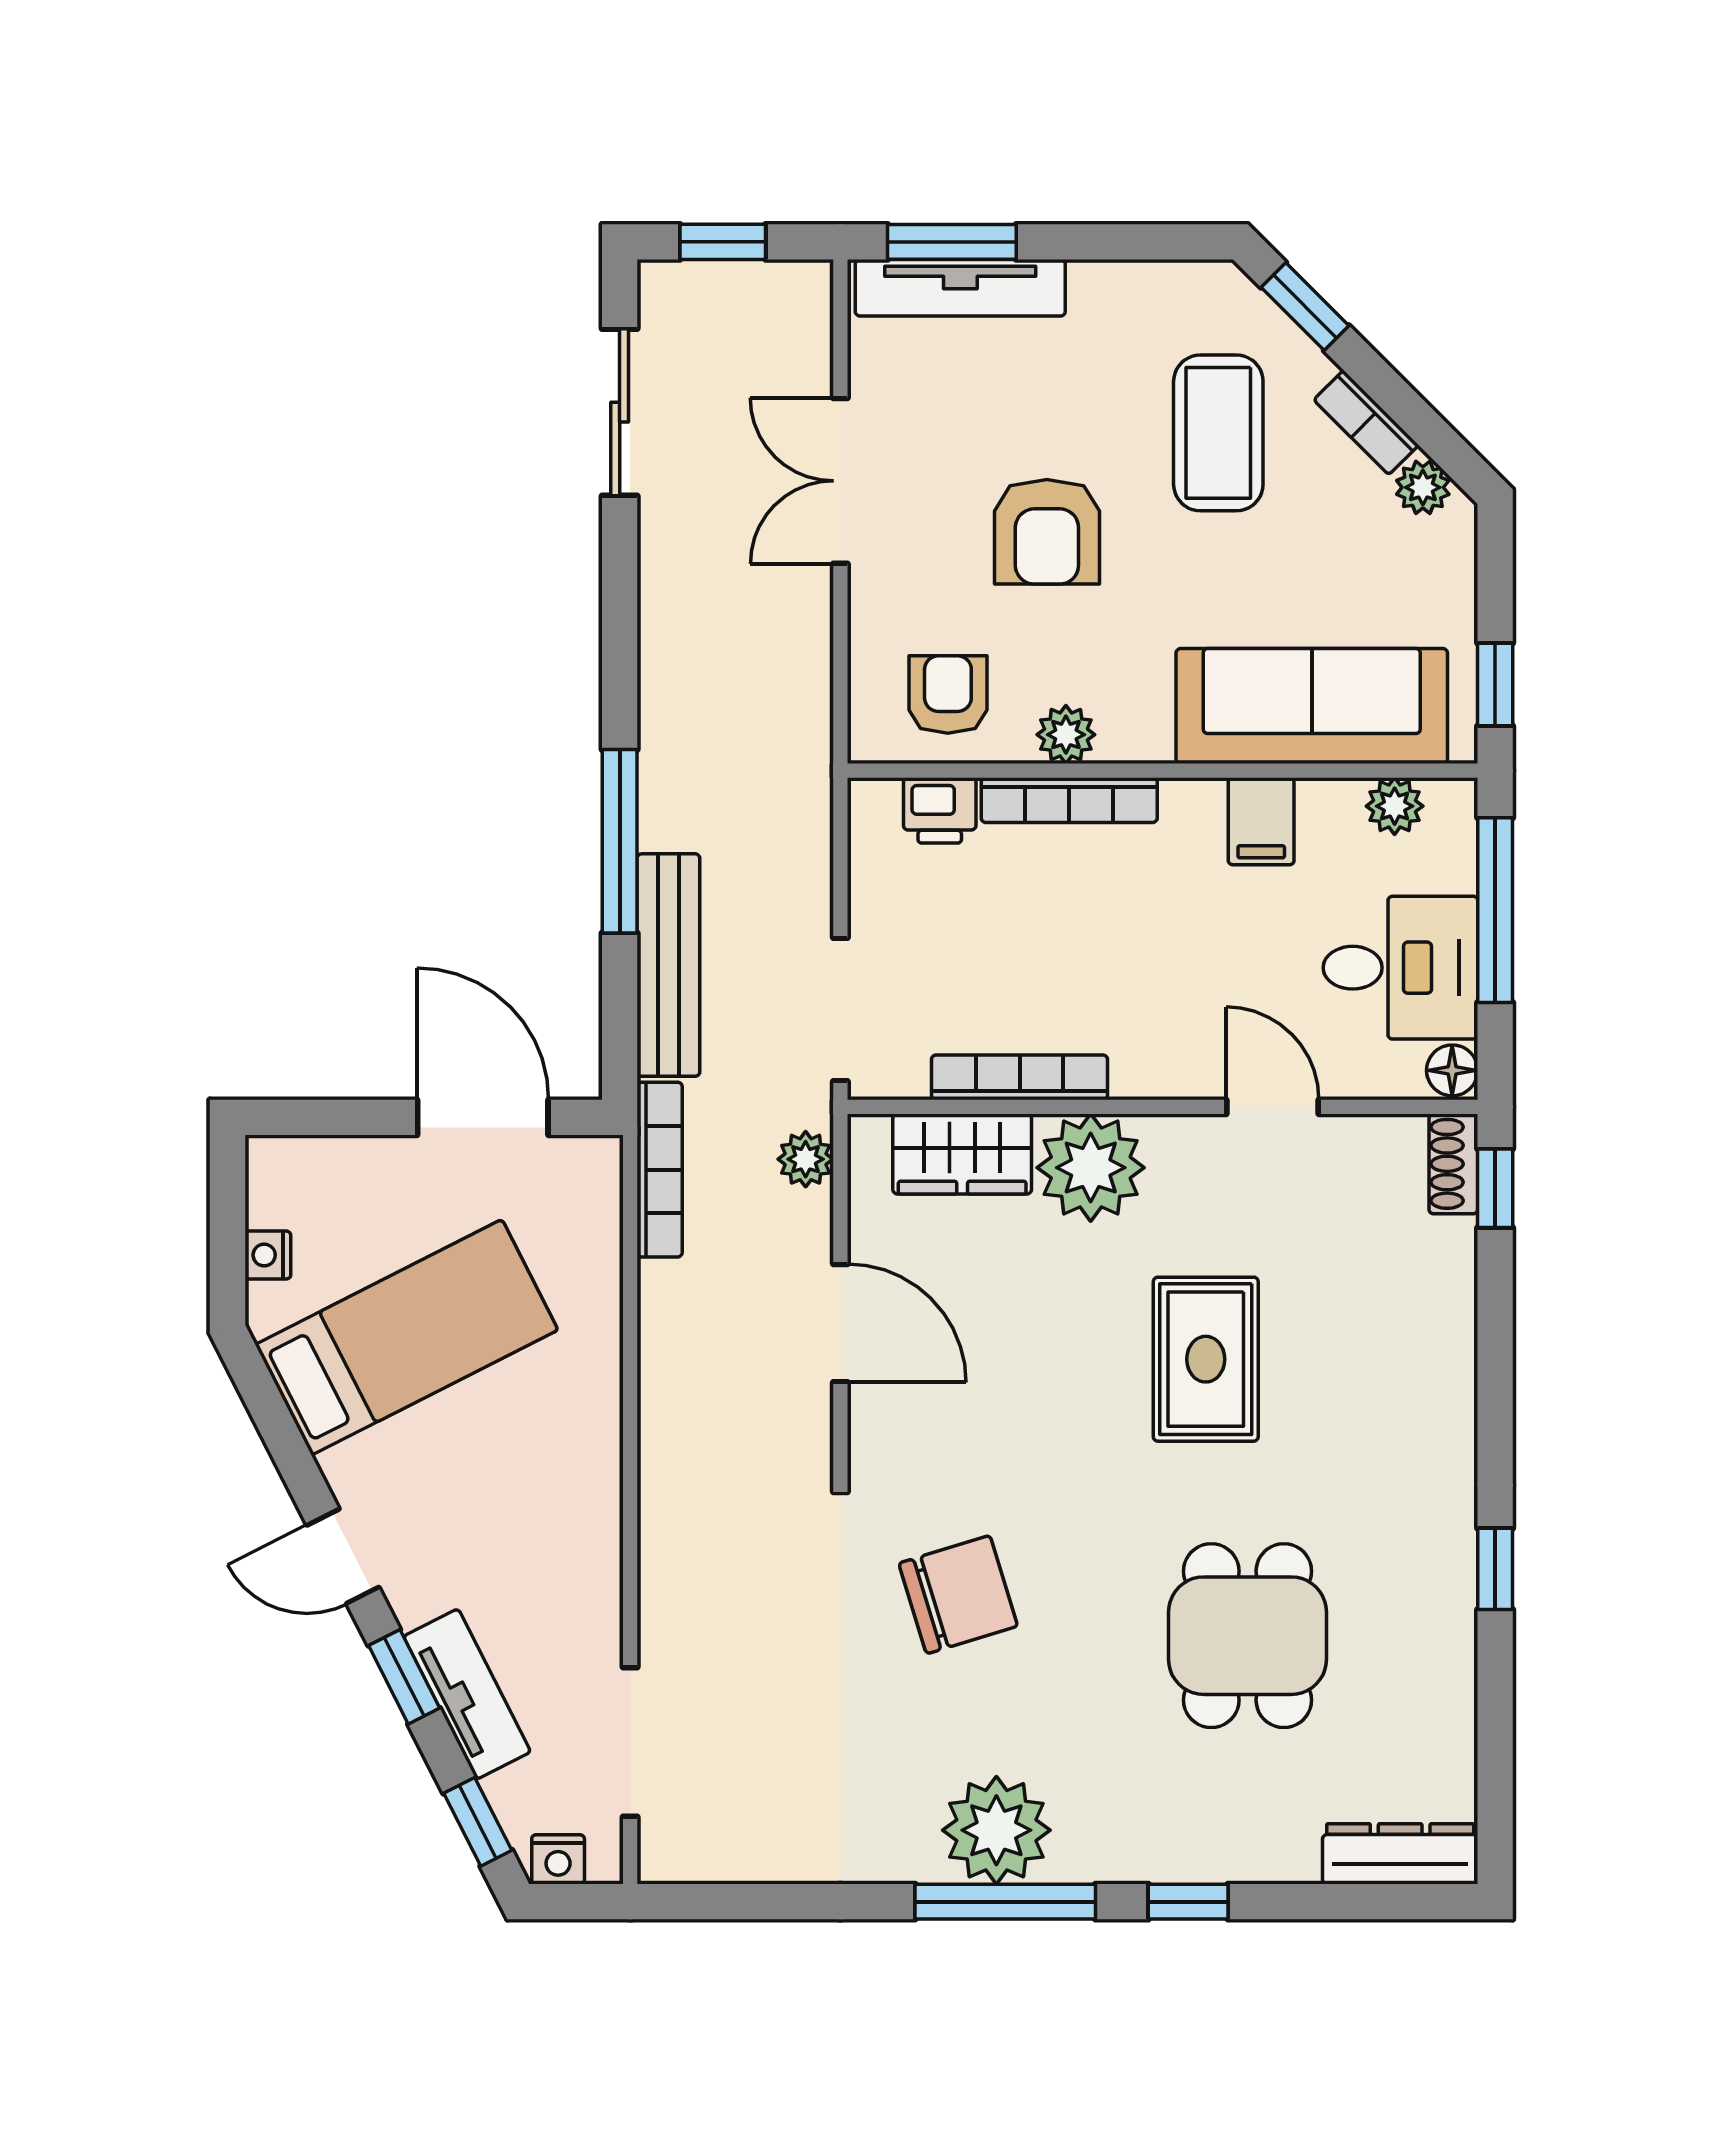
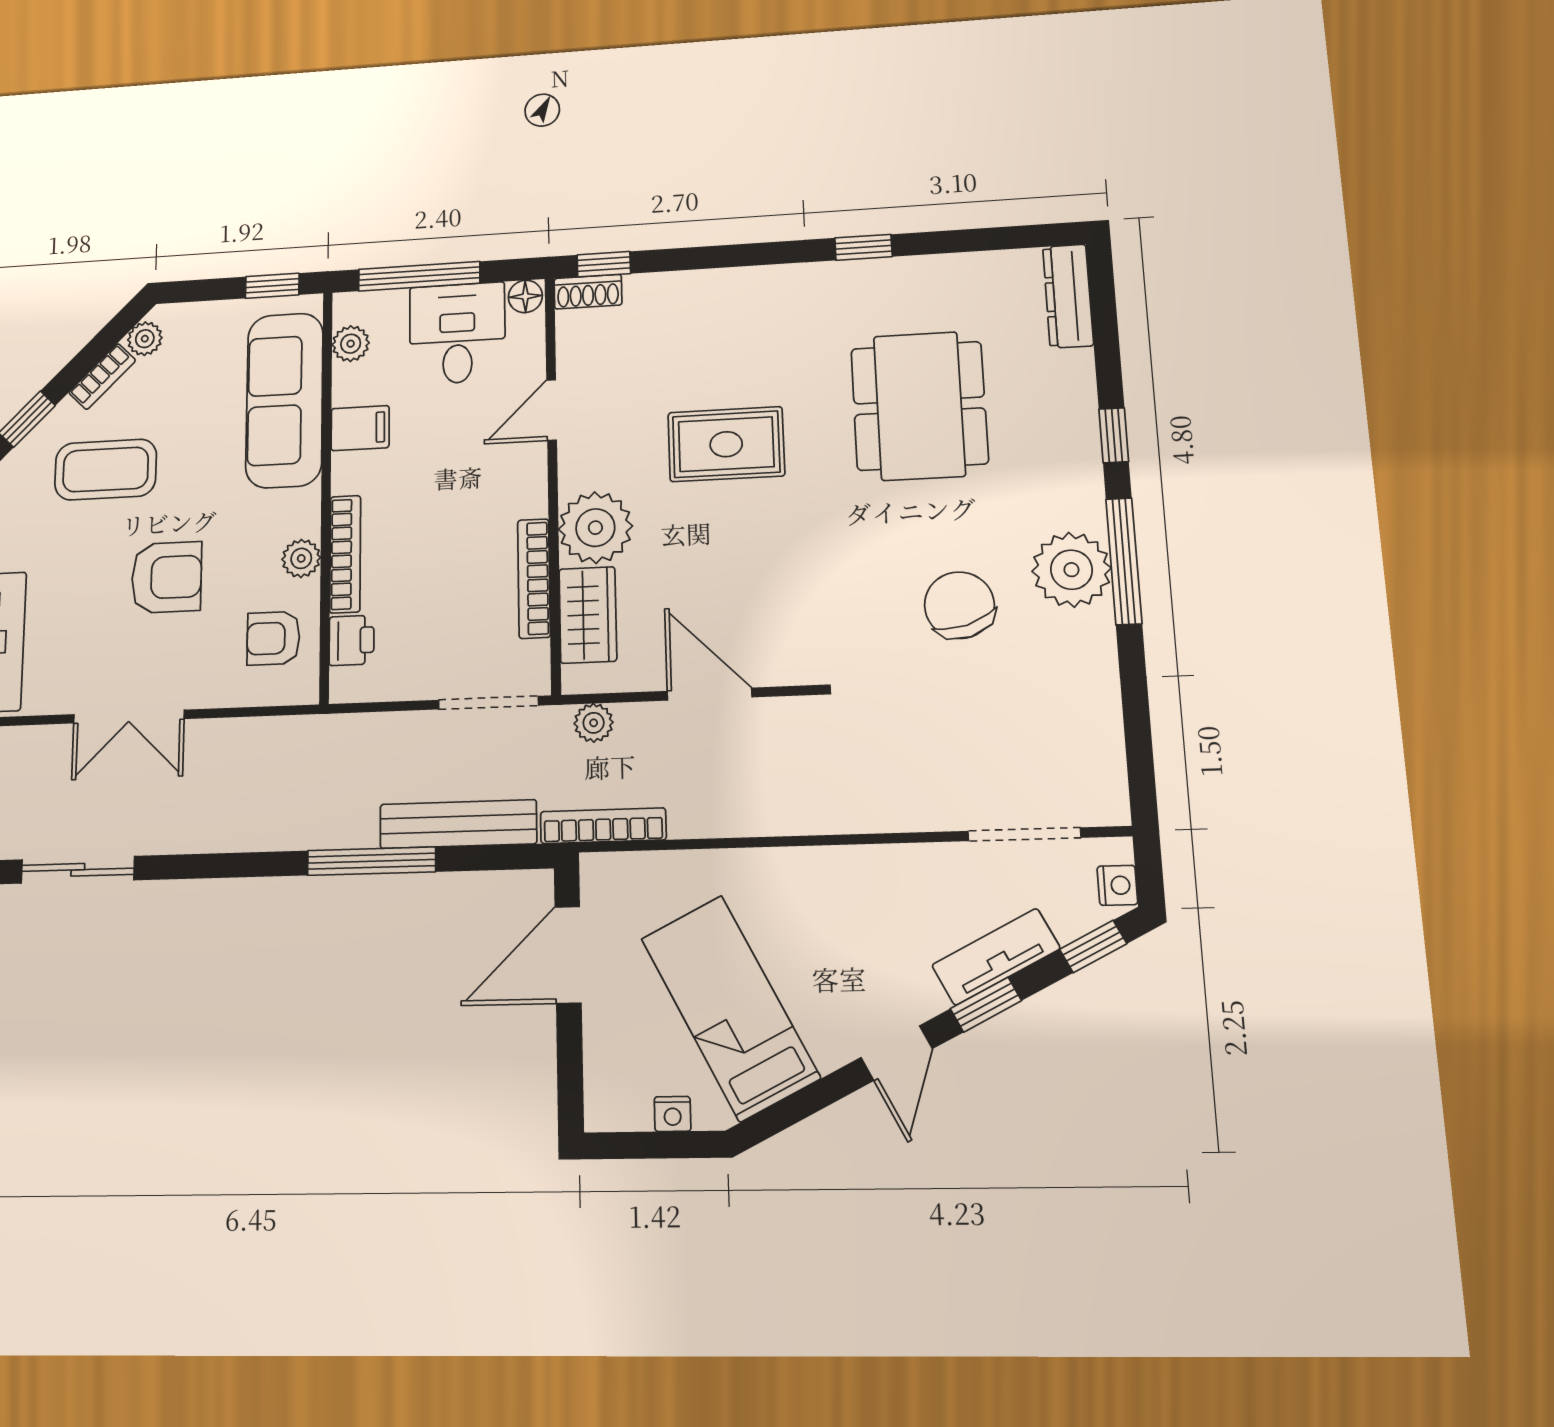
door: (840, 1323) -> (709, 694), hinge flipped
chair: (958, 1595) -> (959, 605), moved
dining table: (1248, 1636) -> (919, 406), width x1.38

